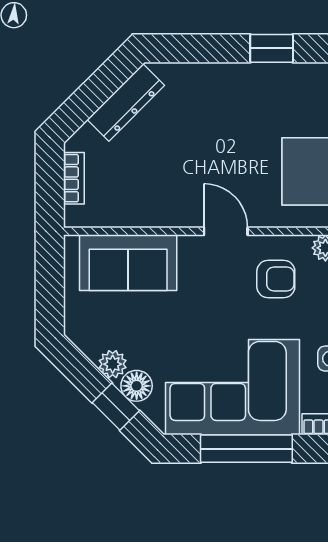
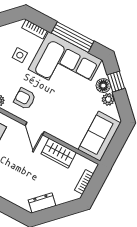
dresser: (126, 102) -> (42, 203), width x0.70
wardrobe: (154, 208) -> (59, 153), added
sofa: (128, 263) -> (99, 136), moved, turned -90

